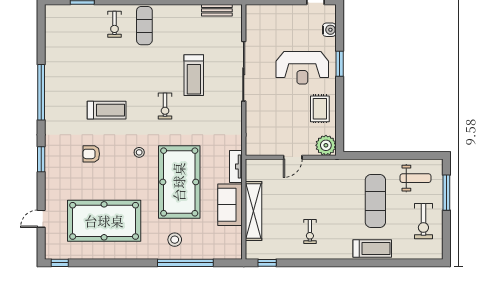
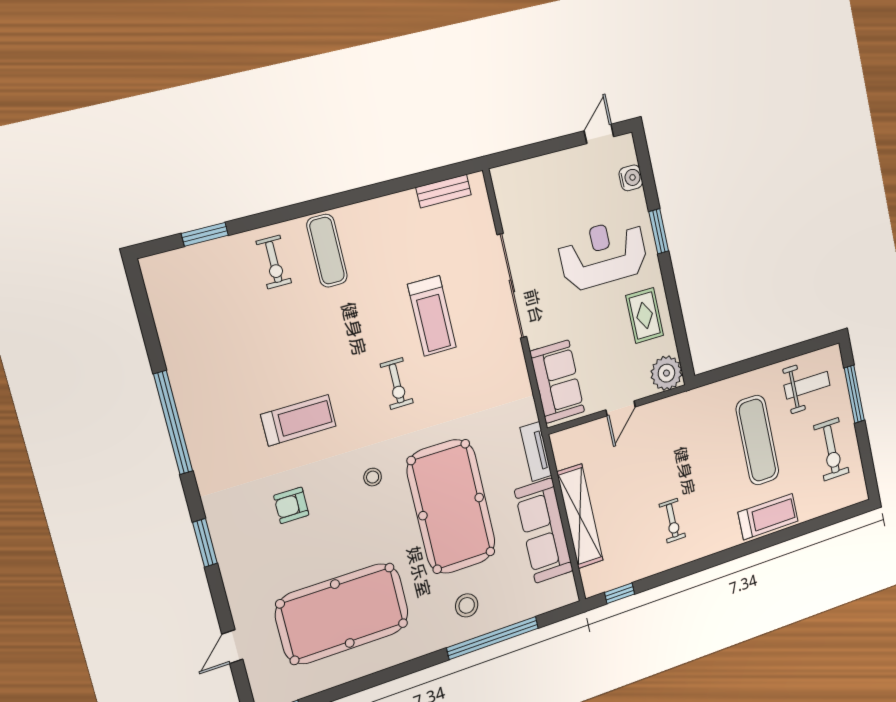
reception desk: (302, 68) -> (603, 254), turned 180
sofa: (258, 131) -> (557, 382), added
sofa: (230, 205) -> (544, 531), width x1.36

